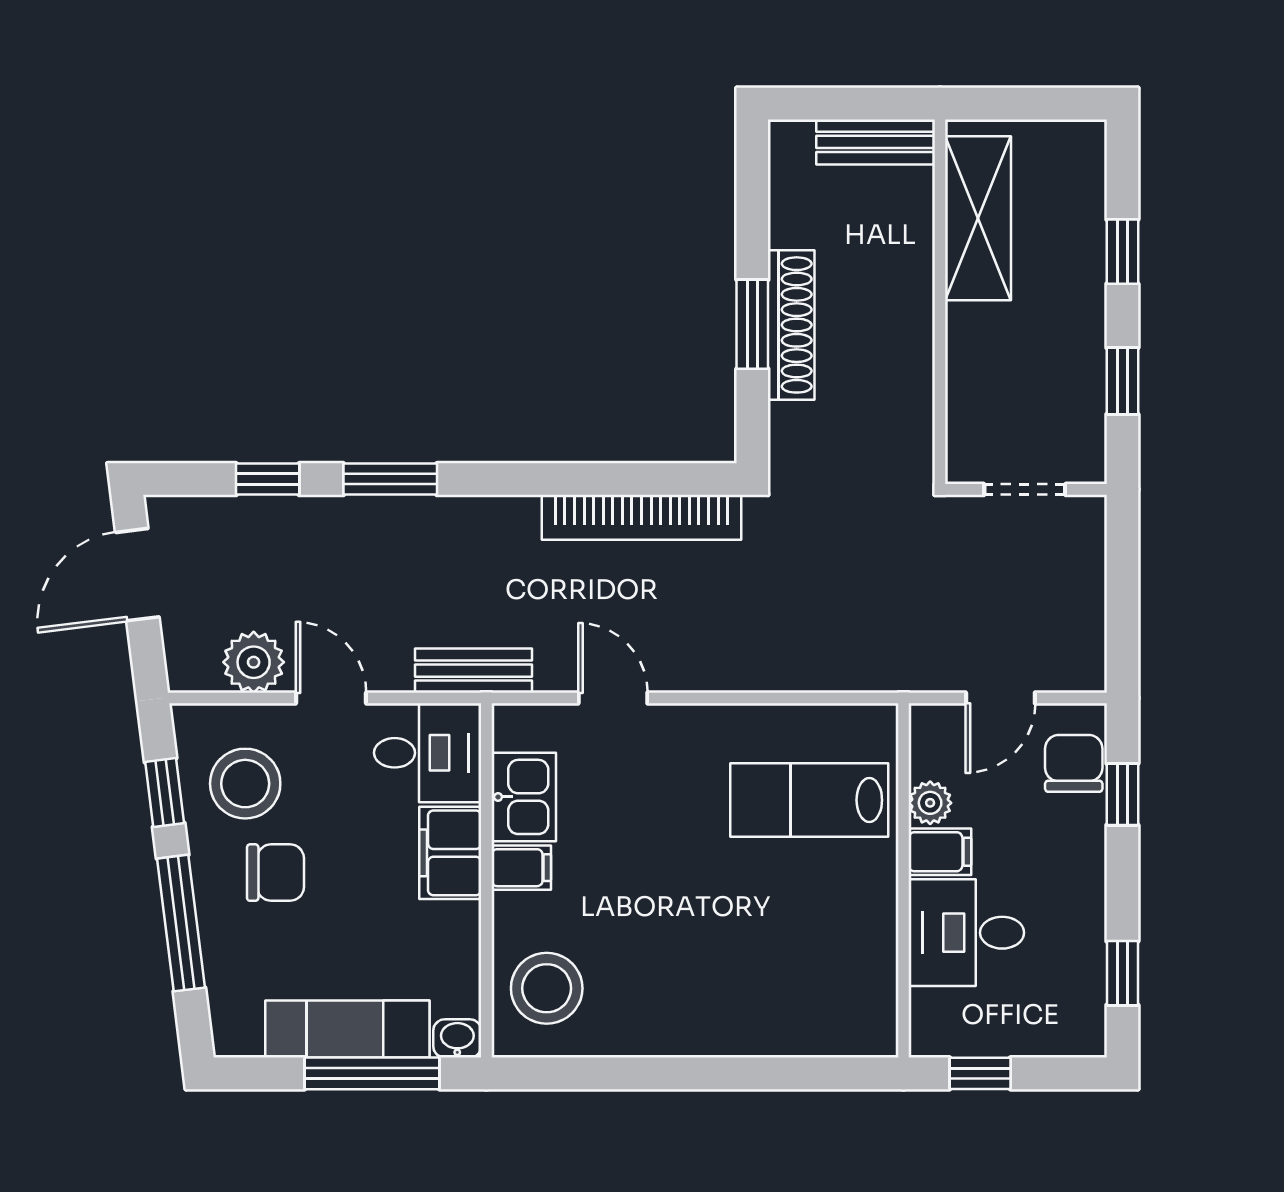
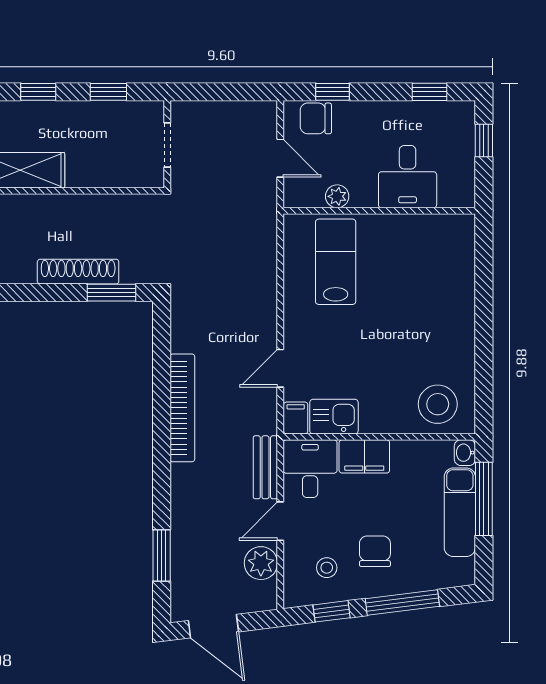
window: (752, 324) -> (111, 293), moved
window: (268, 479) -> (162, 556), width x1.50
window: (390, 479) -> (162, 489), removed
bookcase: (642, 517) -> (182, 408), moved
bench: (474, 671) -> (265, 467), moved
stool: (245, 784) -> (327, 568), width x0.53, depth x0.53
lab bench: (809, 800) -> (336, 262), turned 180
filing cabinet: (940, 852) -> (364, 191), removed
filing cabinet: (521, 868) -> (296, 418), moved
window: (980, 1073) -> (484, 141), moved

